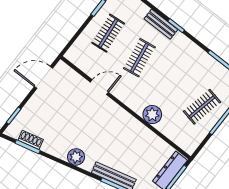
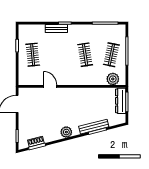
clothes rail: (139, 58) -> (85, 55), moved
door: (99, 87) -> (50, 86), hinge flipped
plant: (152, 115) -> (113, 79), moved

